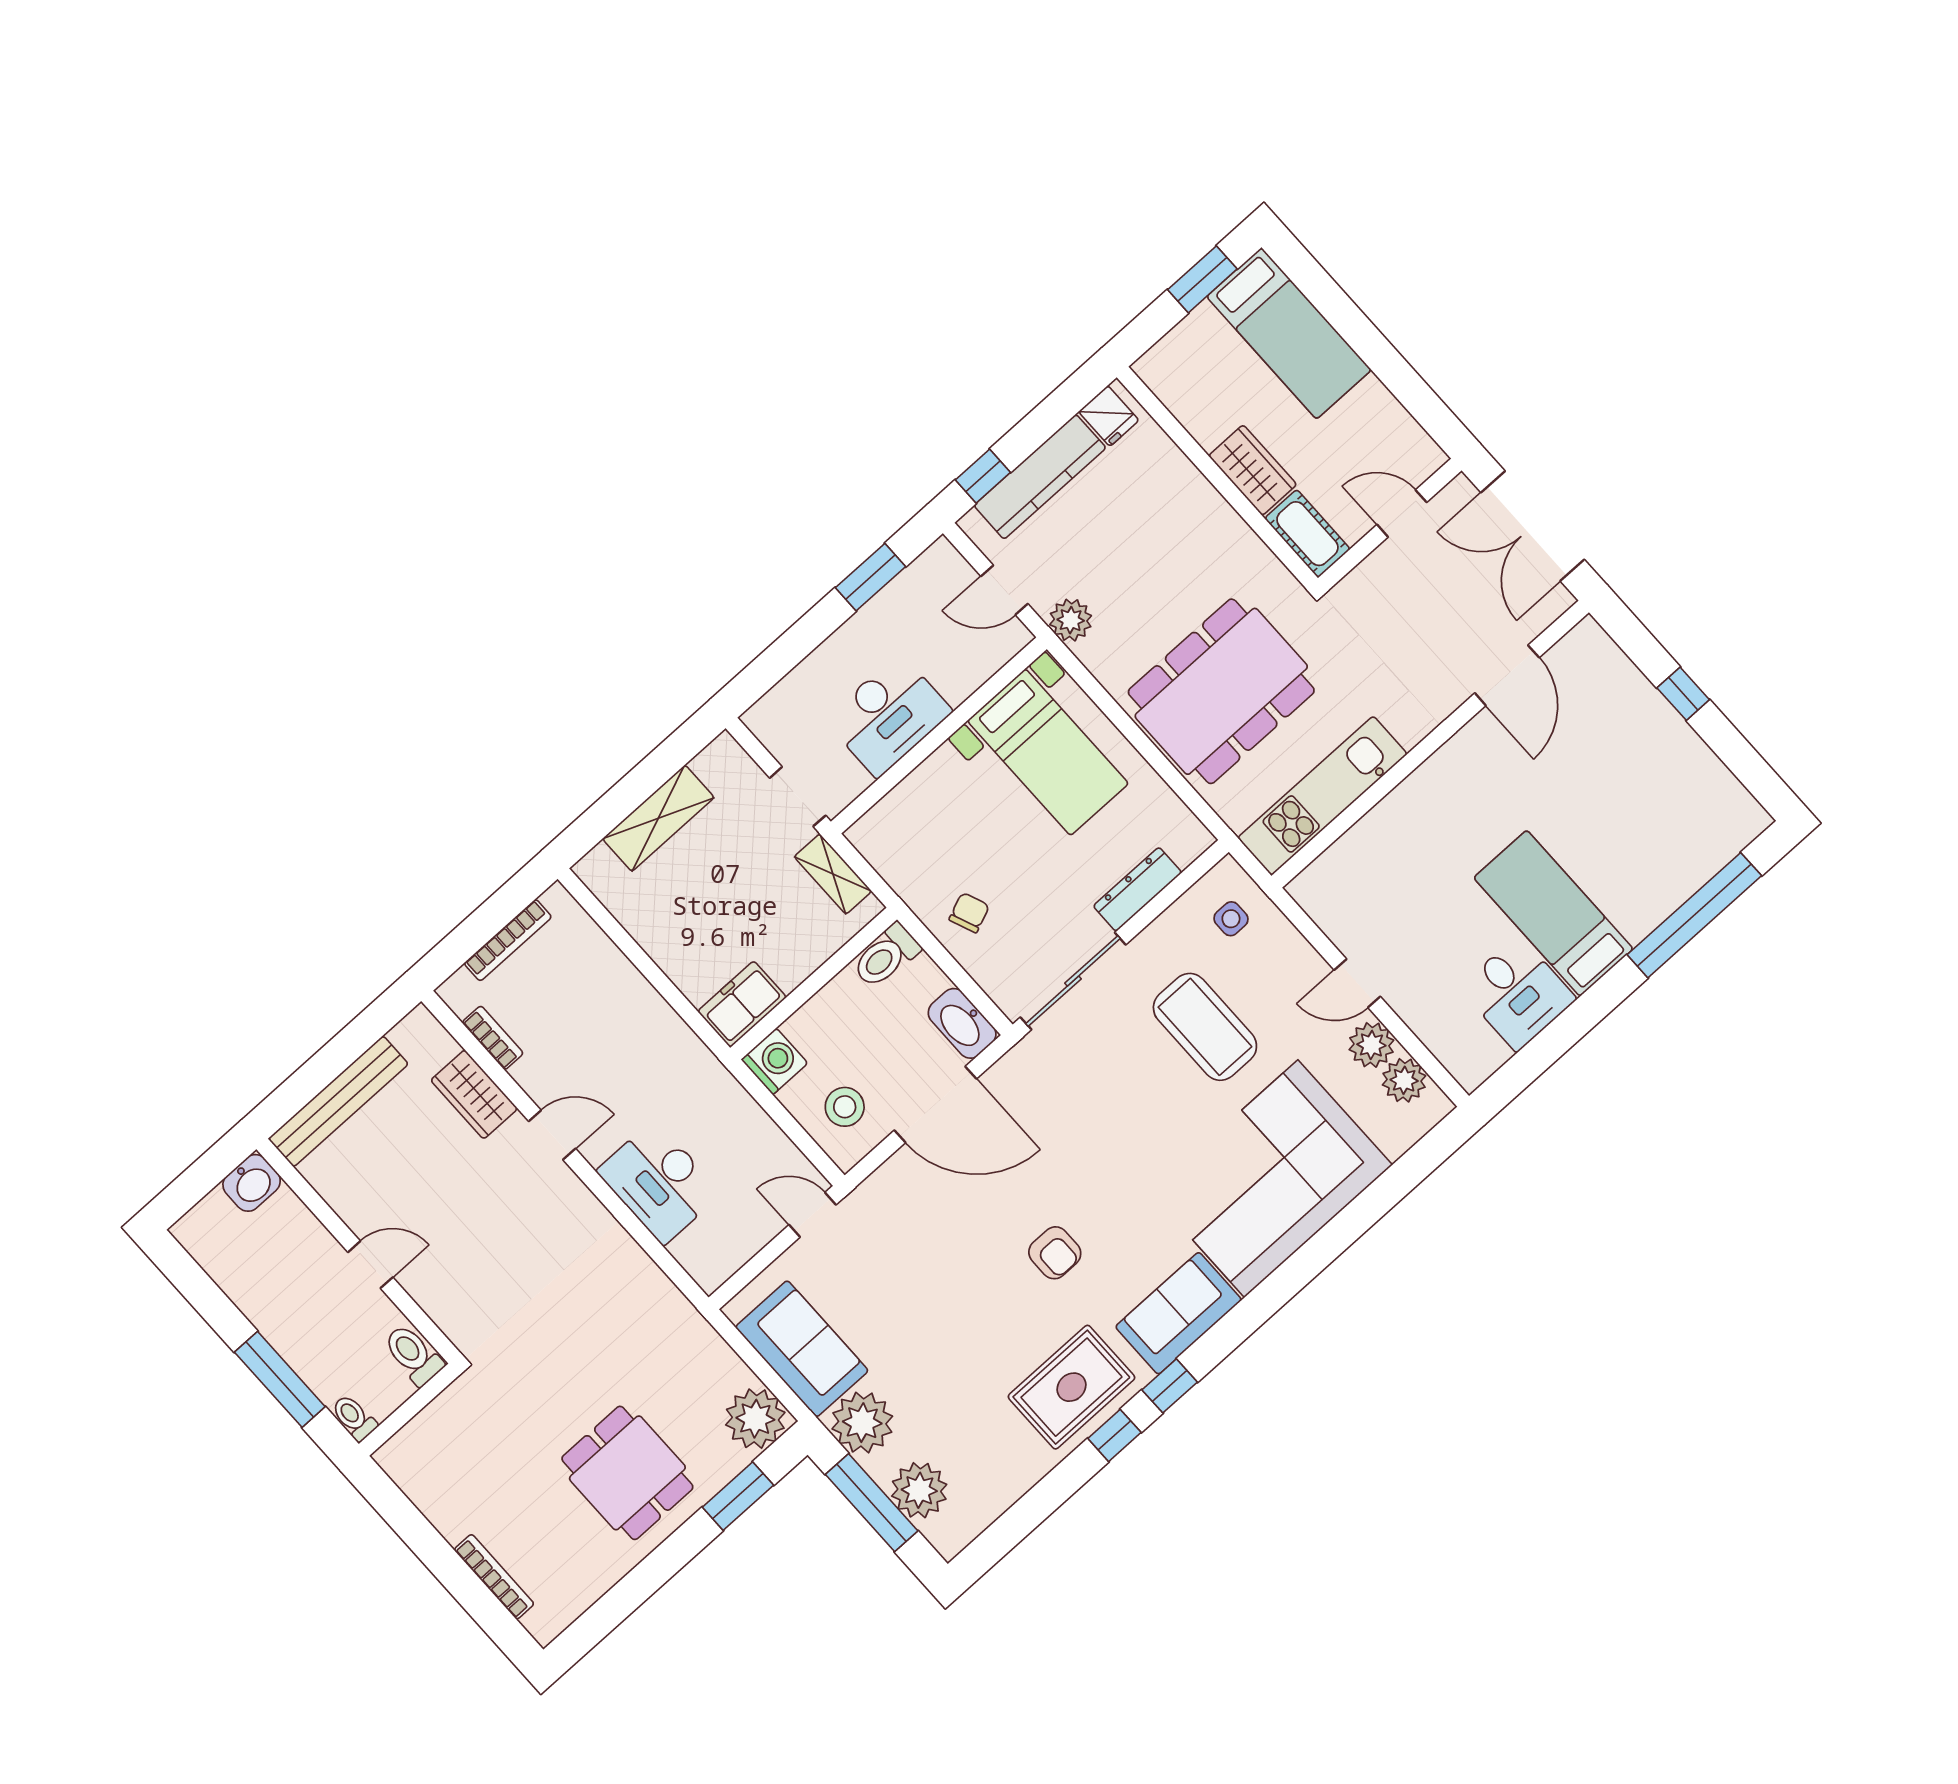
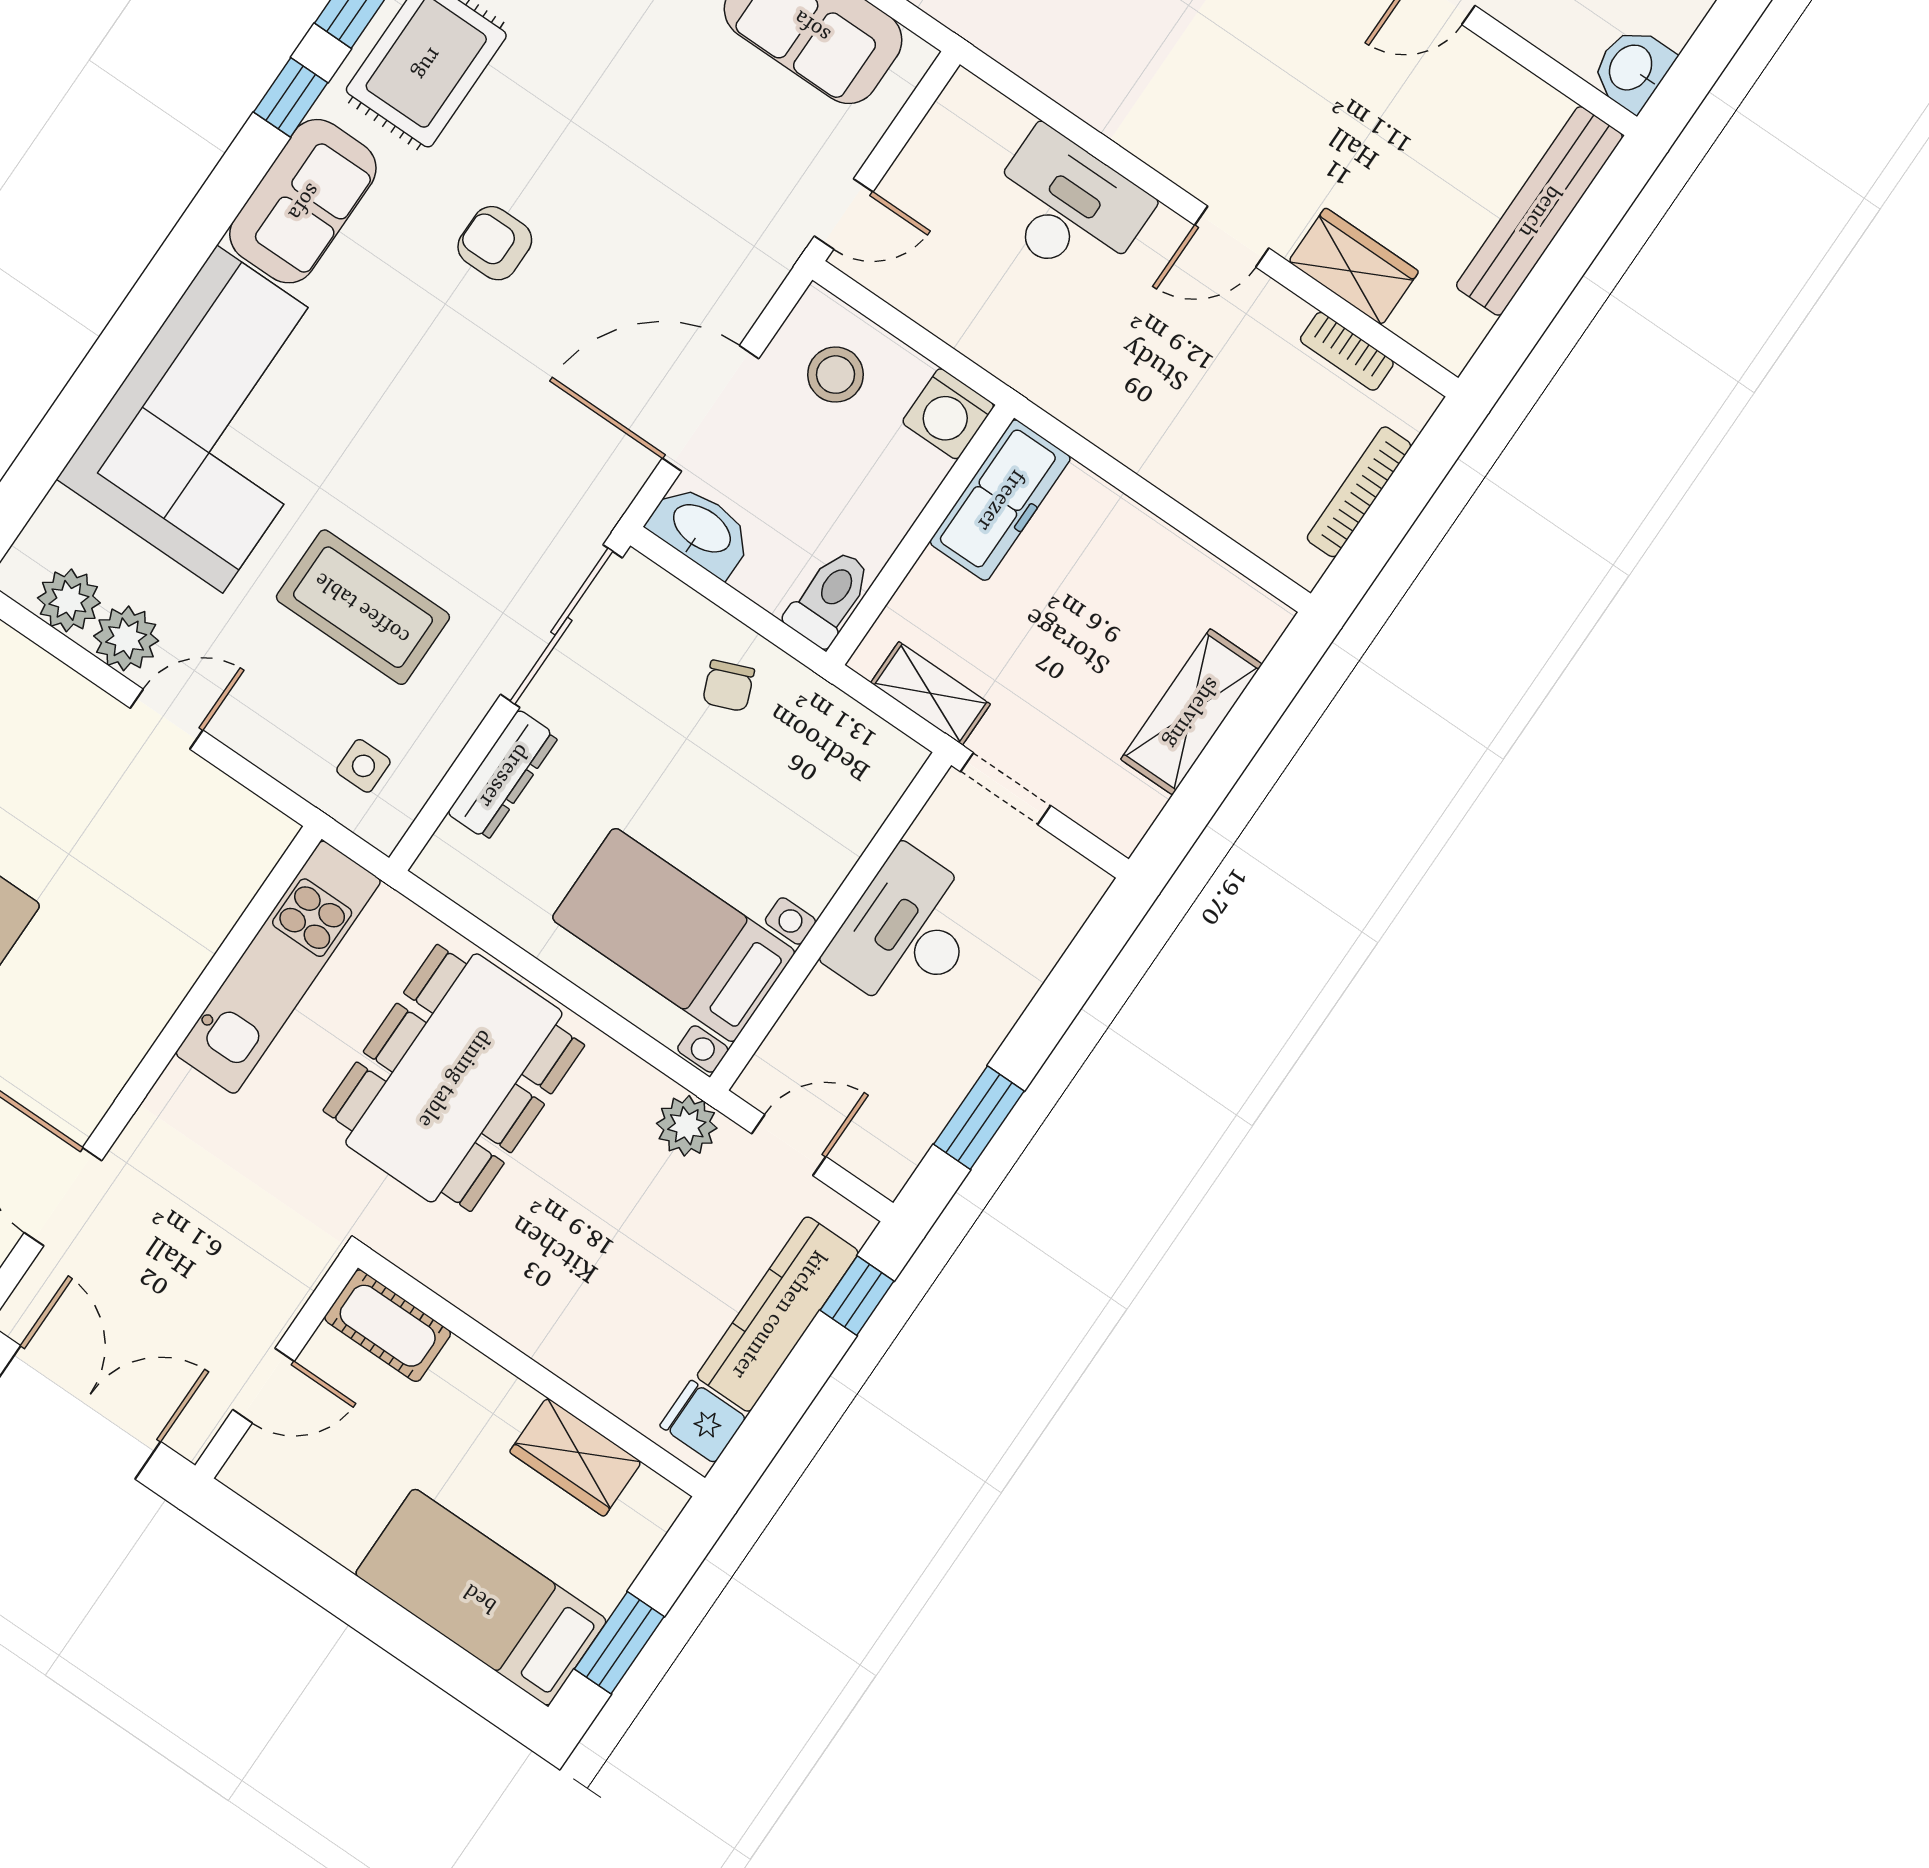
wardrobe: (1253, 470) -> (575, 1457), moved
freezer: (742, 1004) -> (1000, 500), width x1.40

